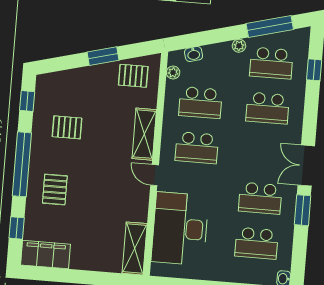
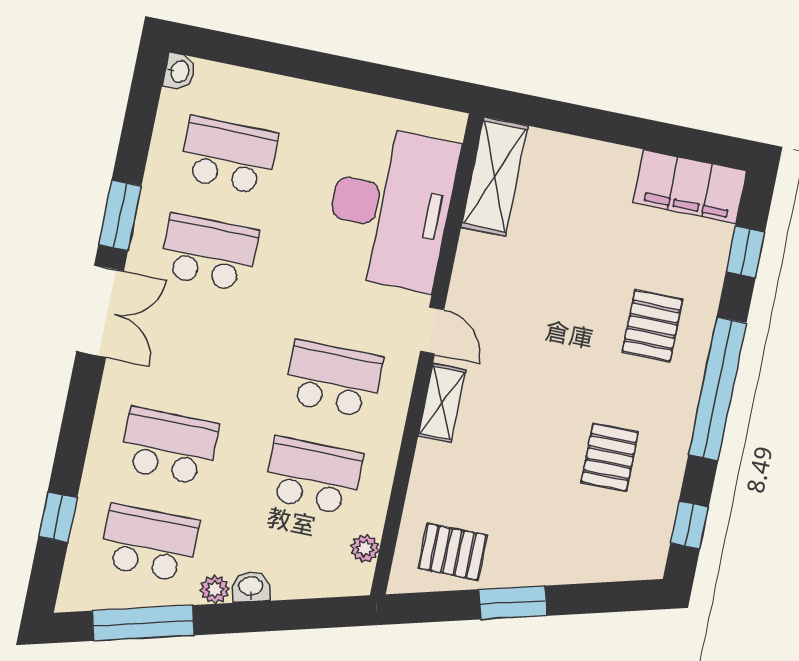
washbasin: (194, 54) -> (251, 587), moved
pallet: (67, 127) -> (610, 457), turned 90
shelving: (144, 134) -> (442, 403), width x0.67, depth x0.75

